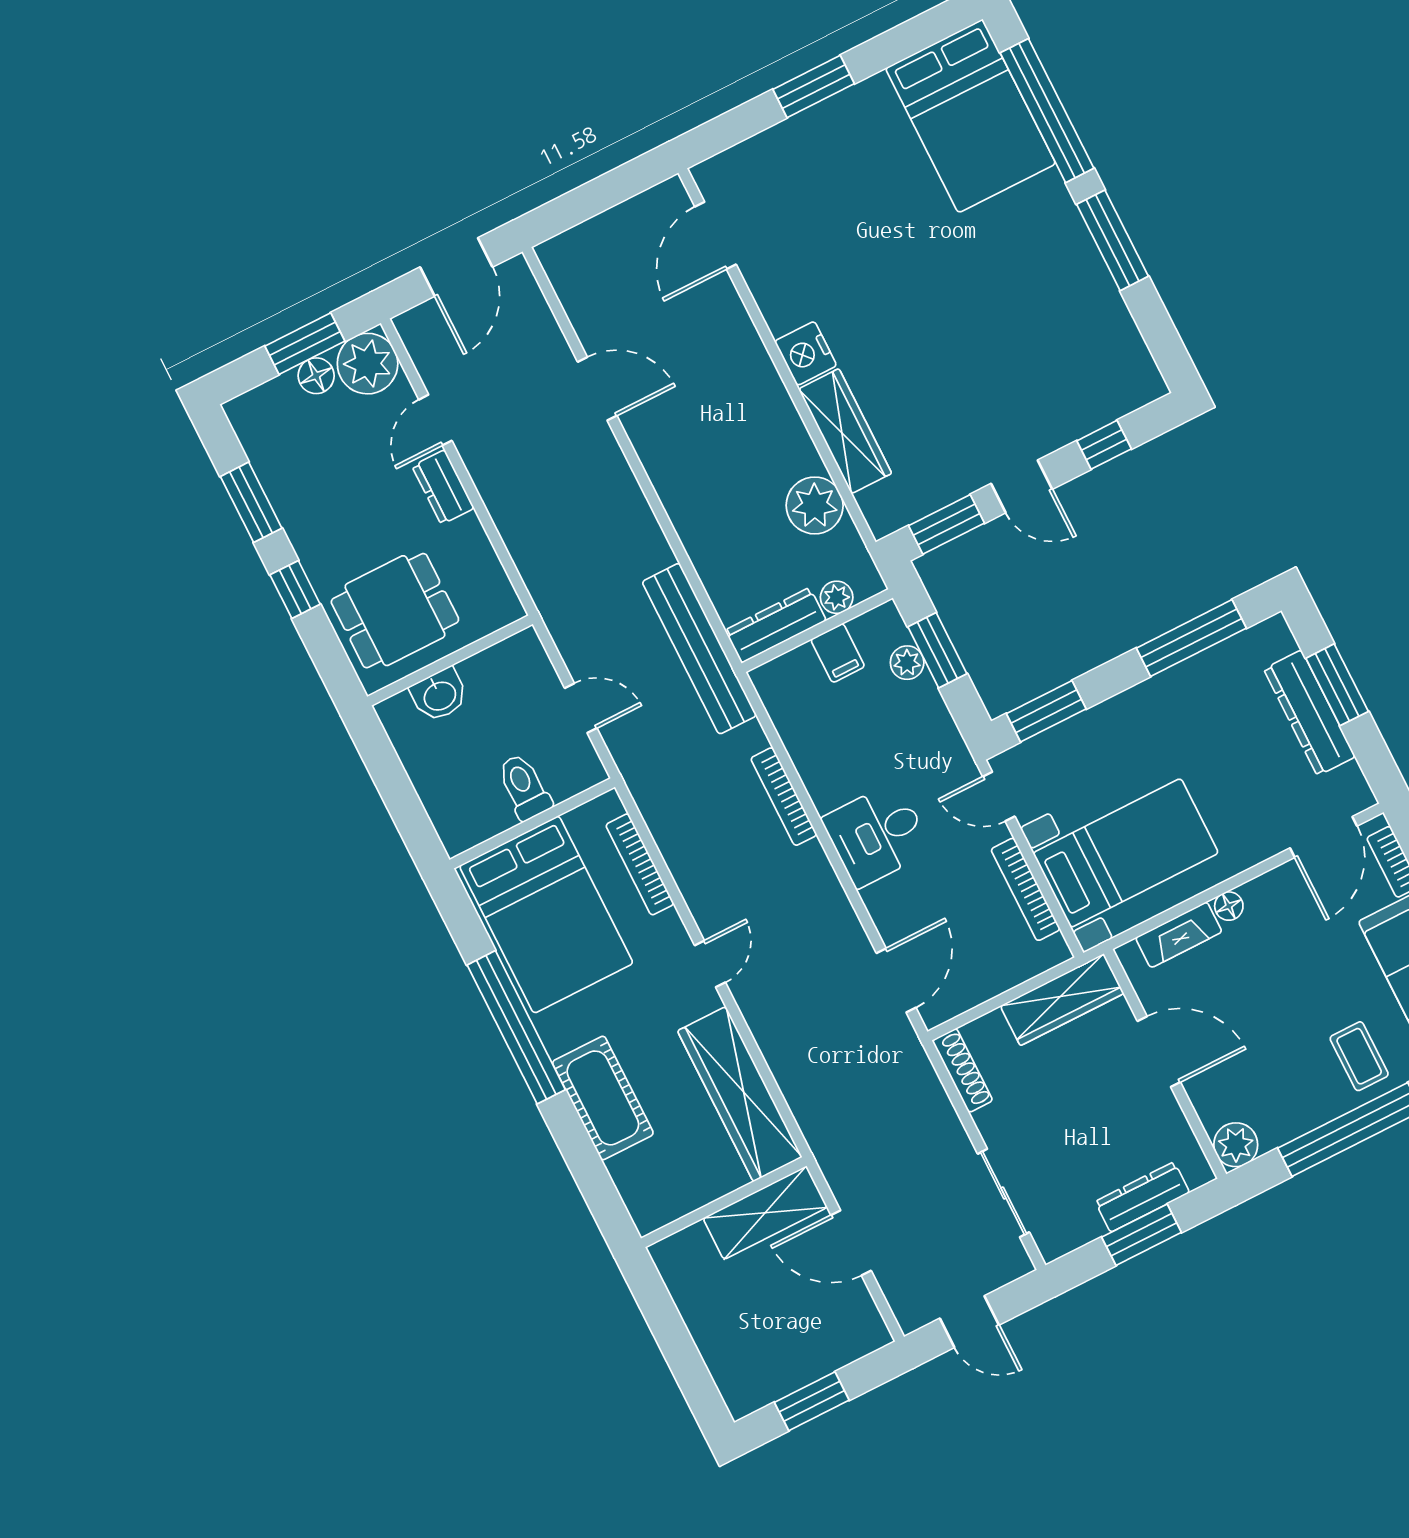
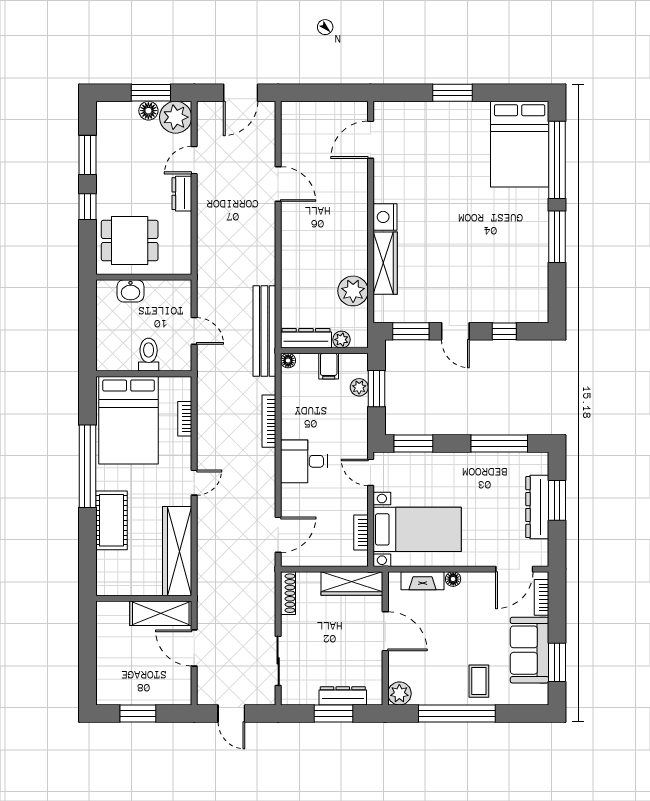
floor lamp: (764, 678) -> (288, 361), added
bookcase: (640, 864) -> (185, 419), width x0.64
bookcase: (1026, 889) -> (361, 533), width x0.64

